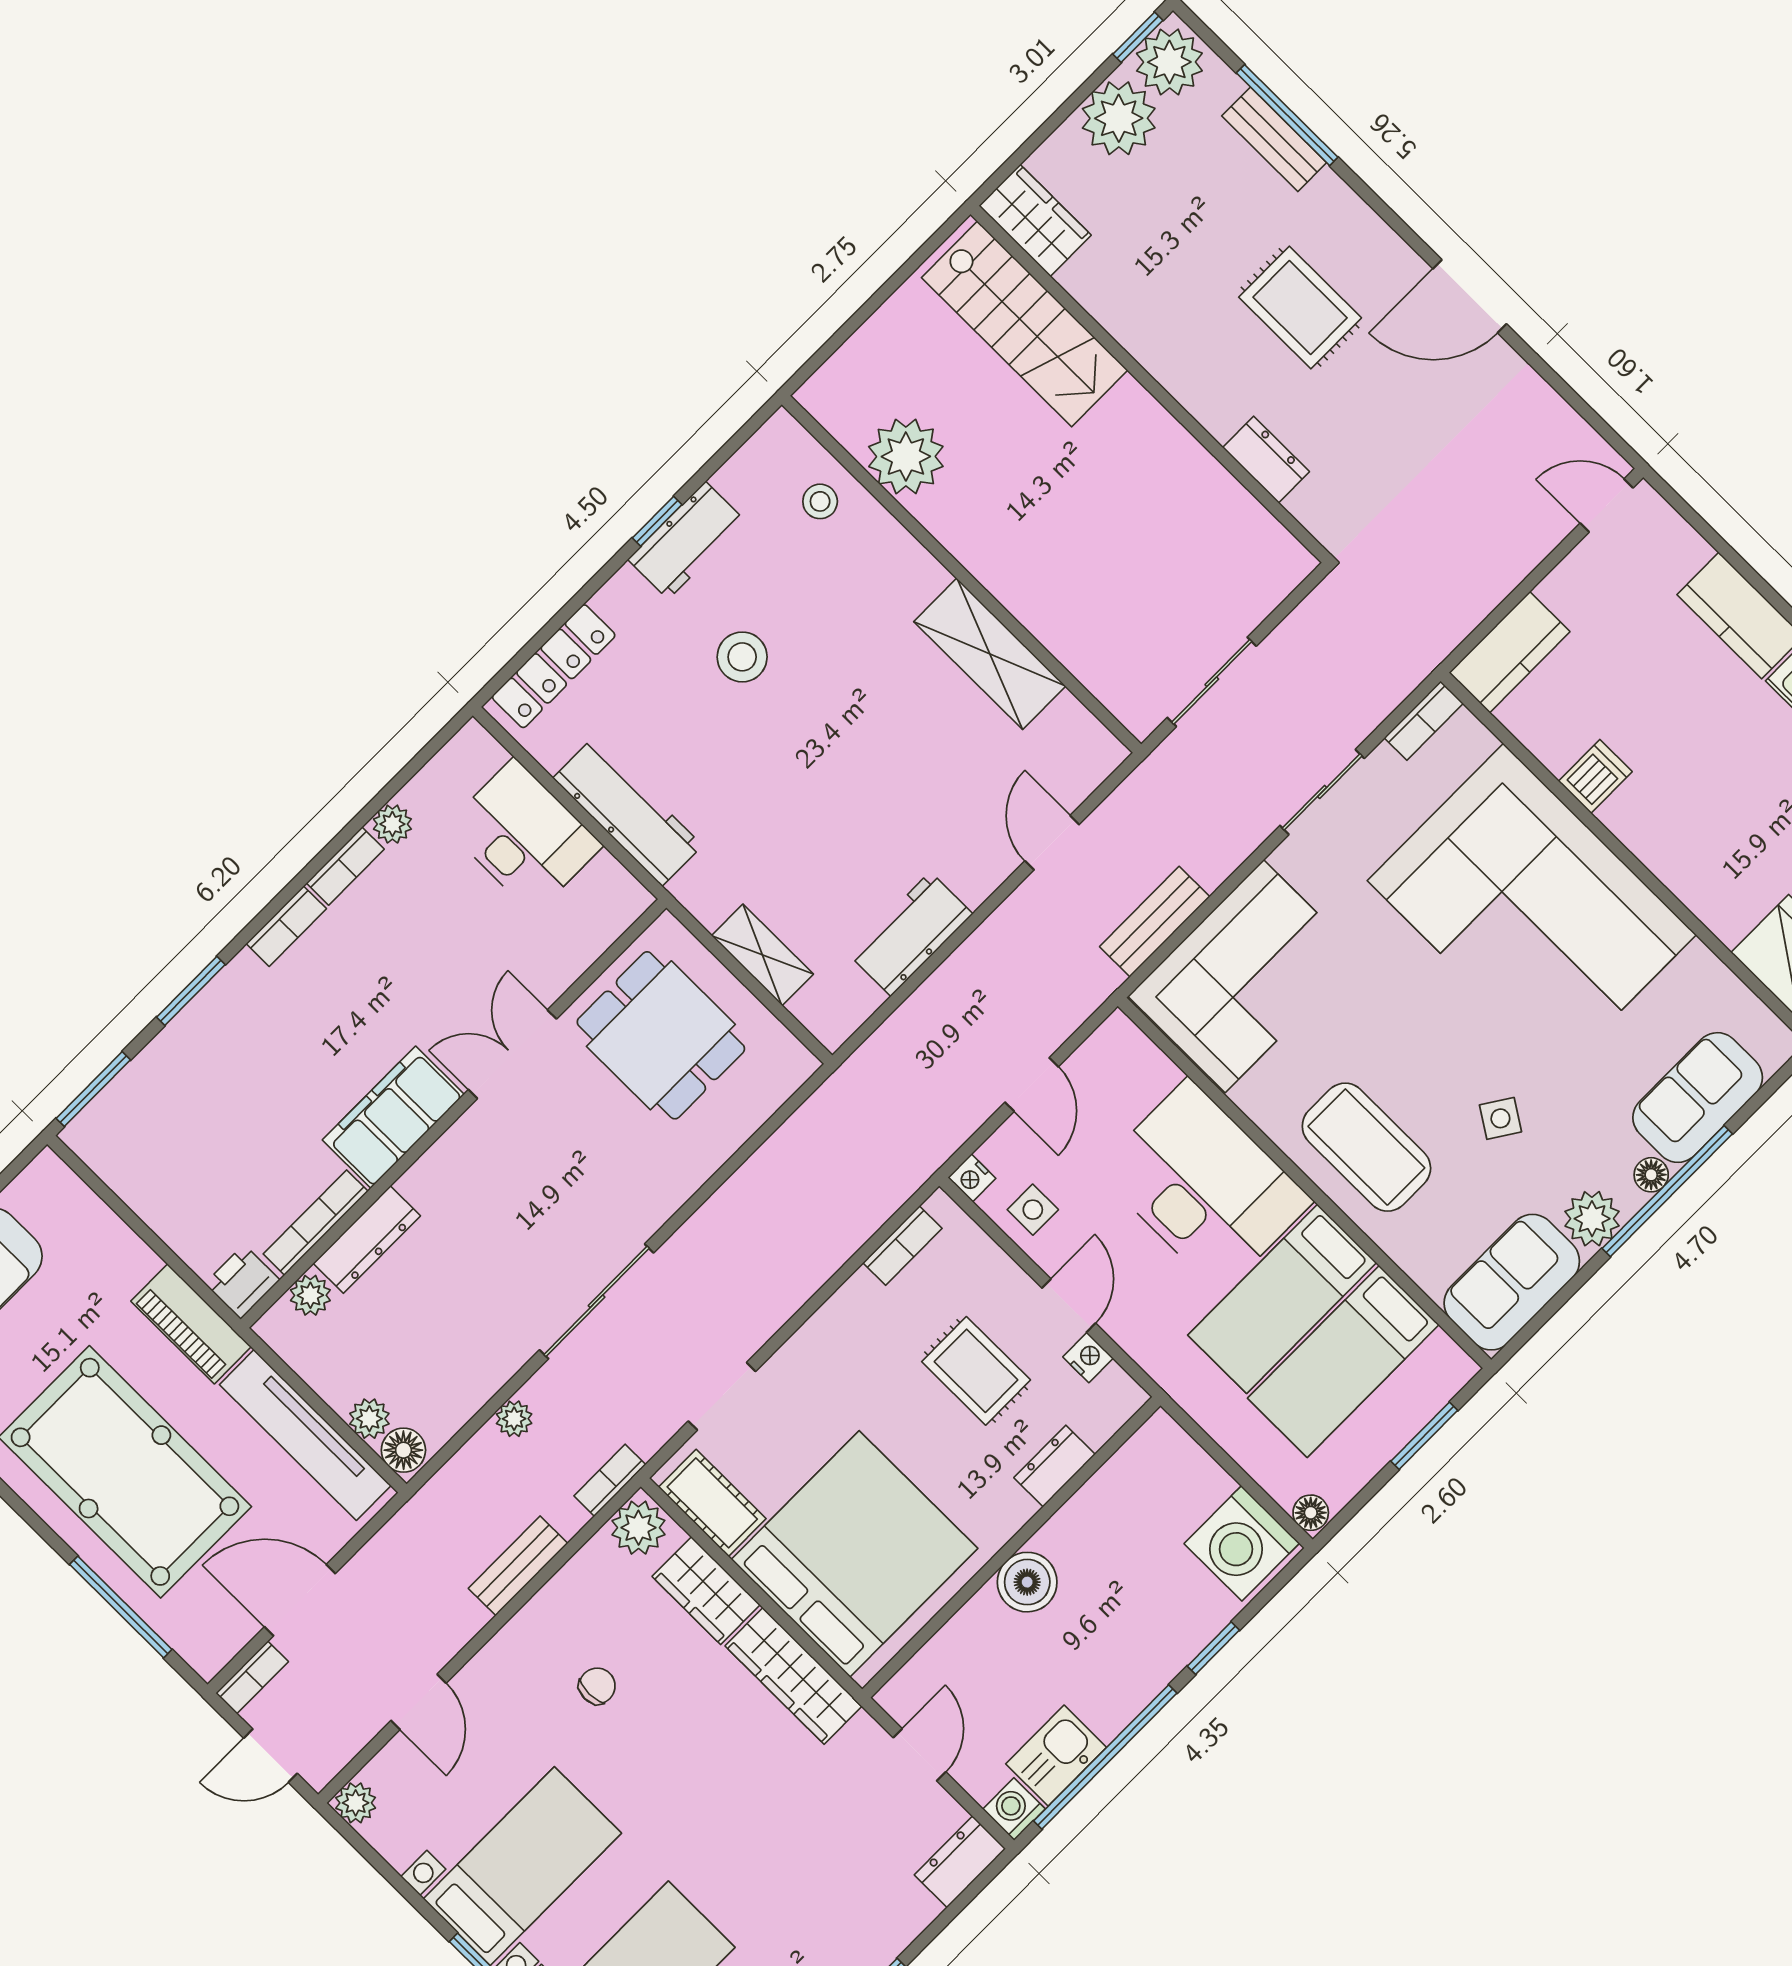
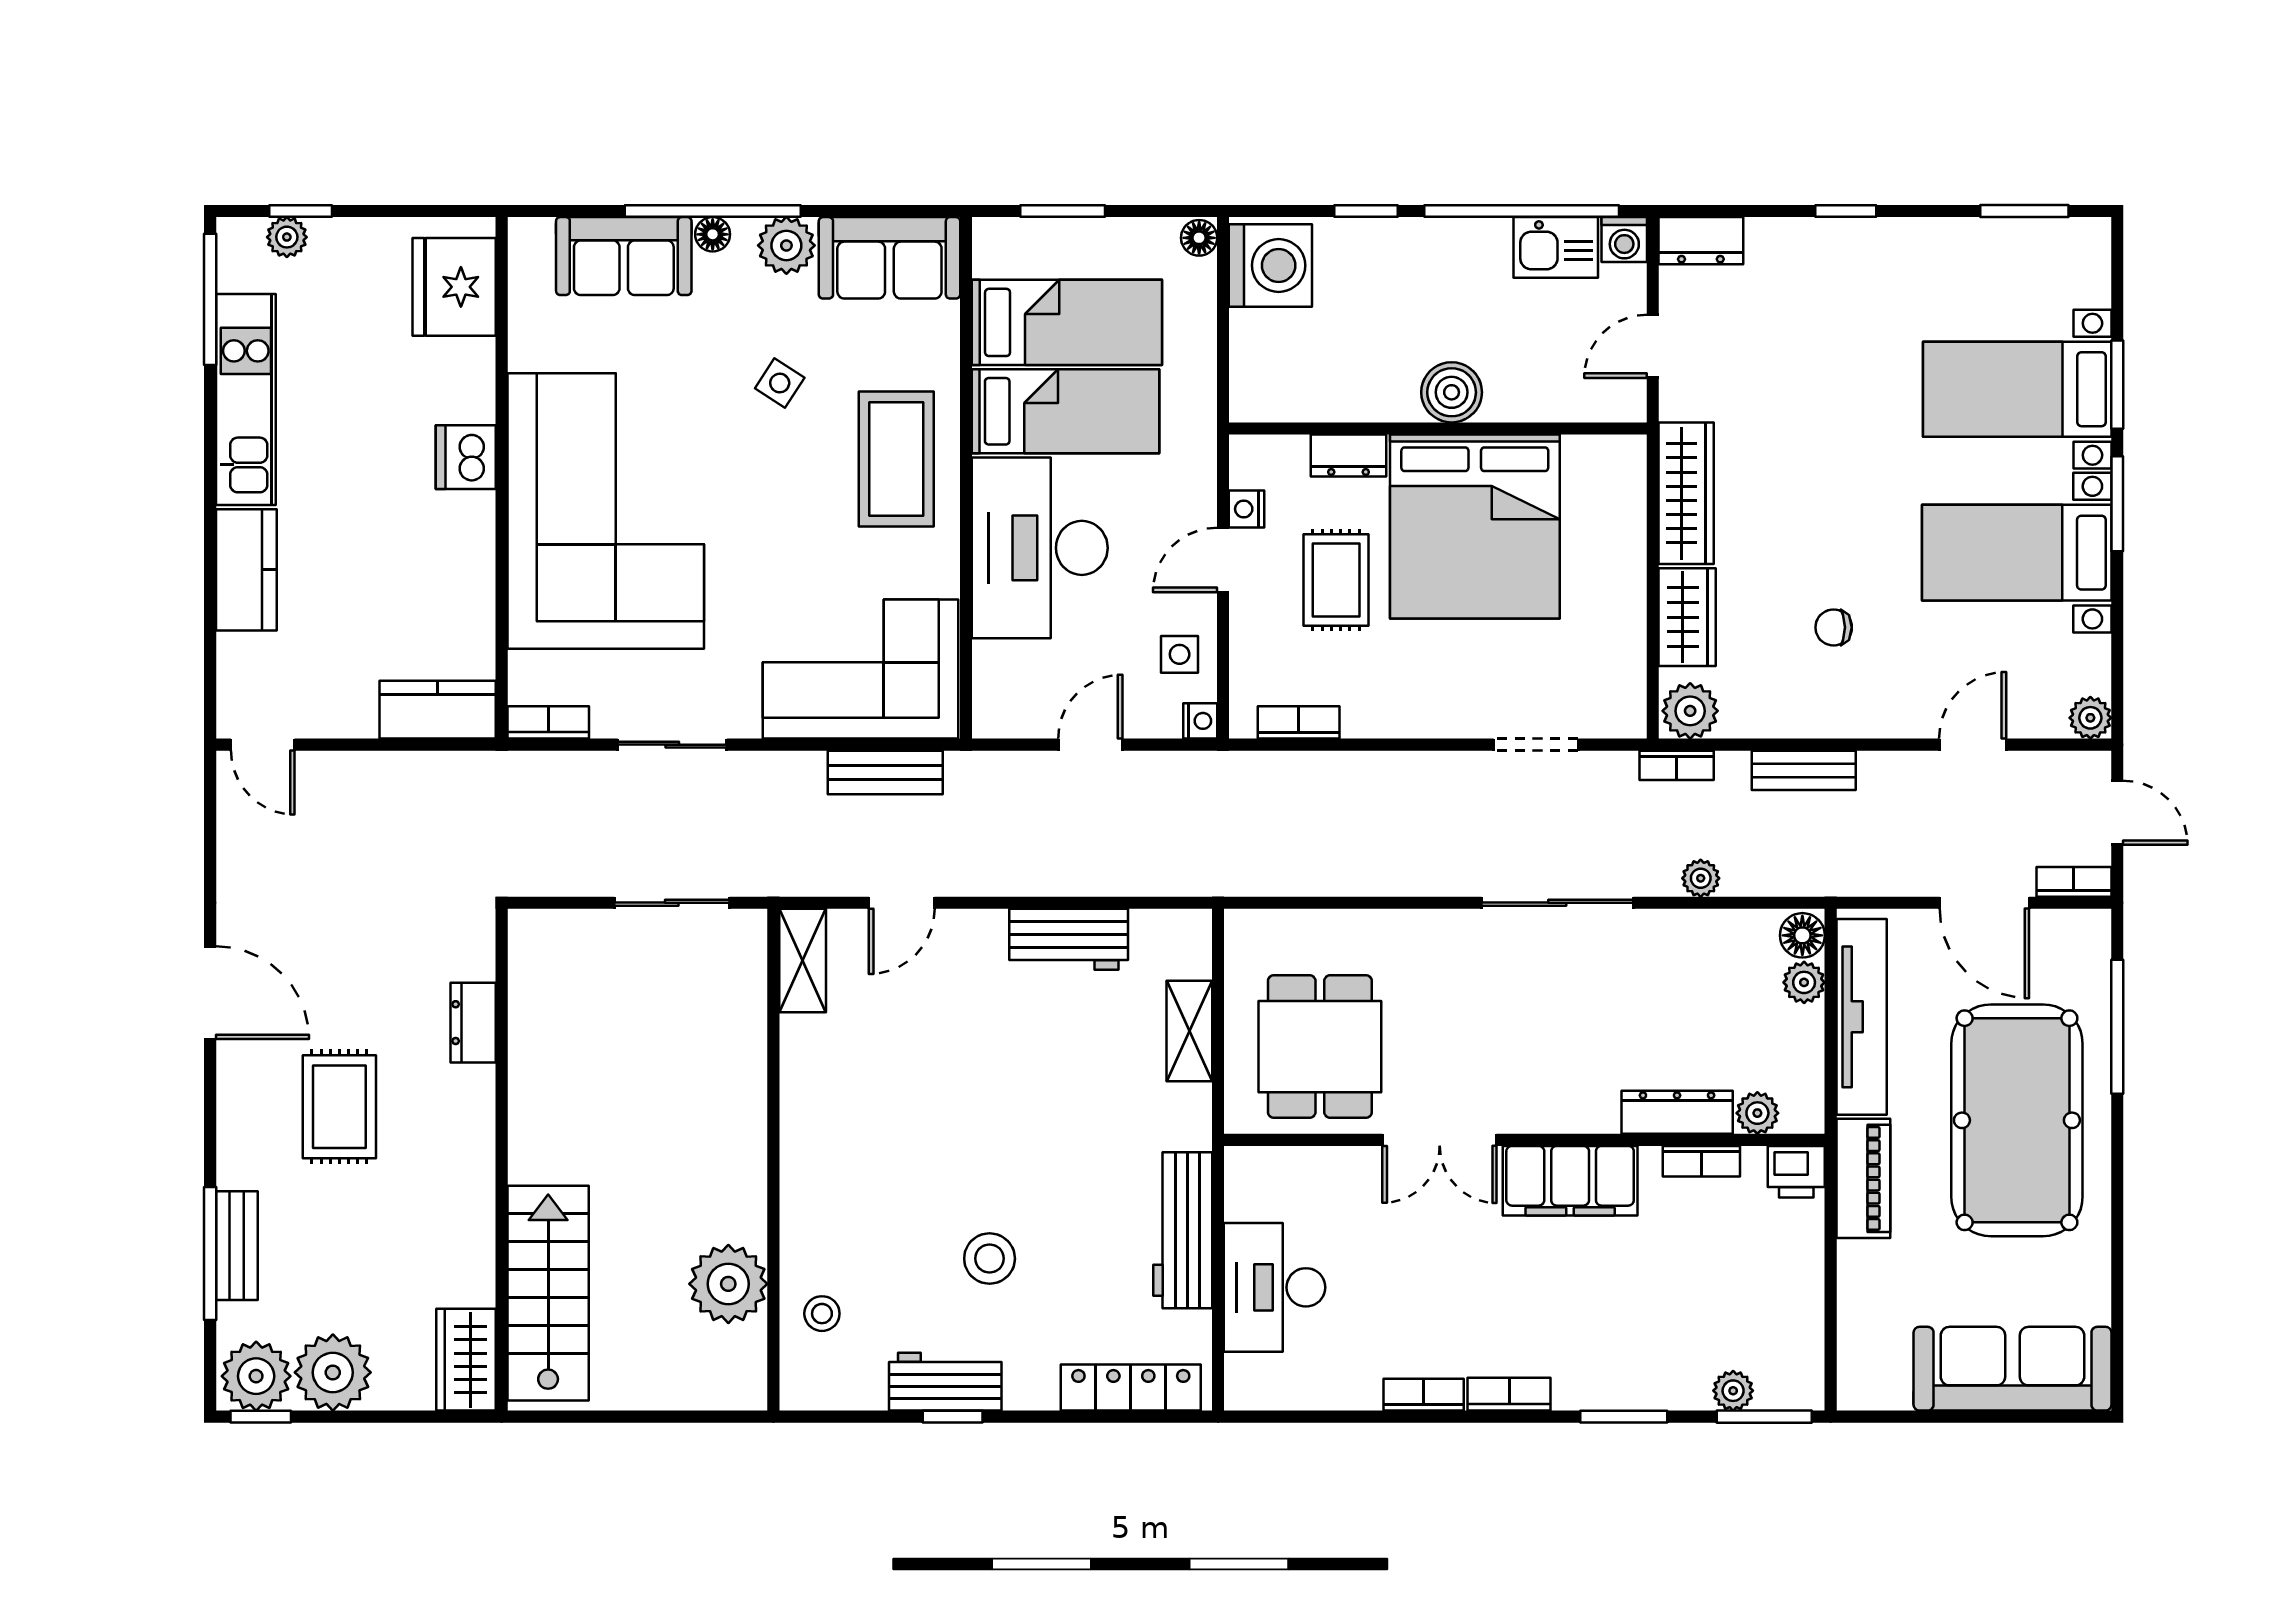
shelving: (990, 654) -> (803, 961), moved, width x0.67, depth x0.75
dishwasher: (1595, 776) -> (466, 457), moved, width x1.38
plant: (392, 824) -> (1733, 1391), moved
bookcase: (316, 1223) -> (1701, 1161), width x0.64
cot: (712, 1503) -> (1620, 675), removed
bed: (854, 1554) -> (1475, 526), moved, turned -90

